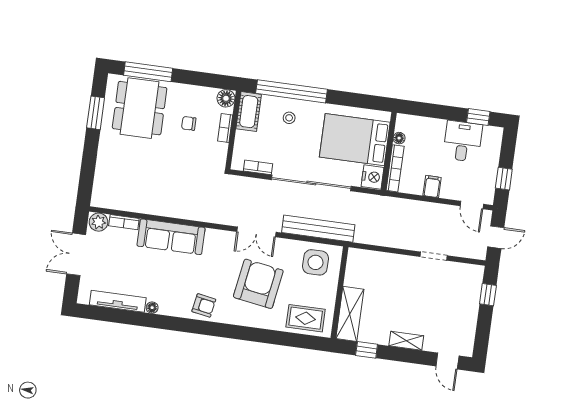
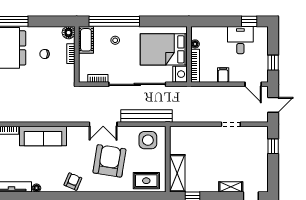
armchair: (204, 305) -> (73, 182), turned -77
shelving: (406, 341) -> (231, 187), moved

